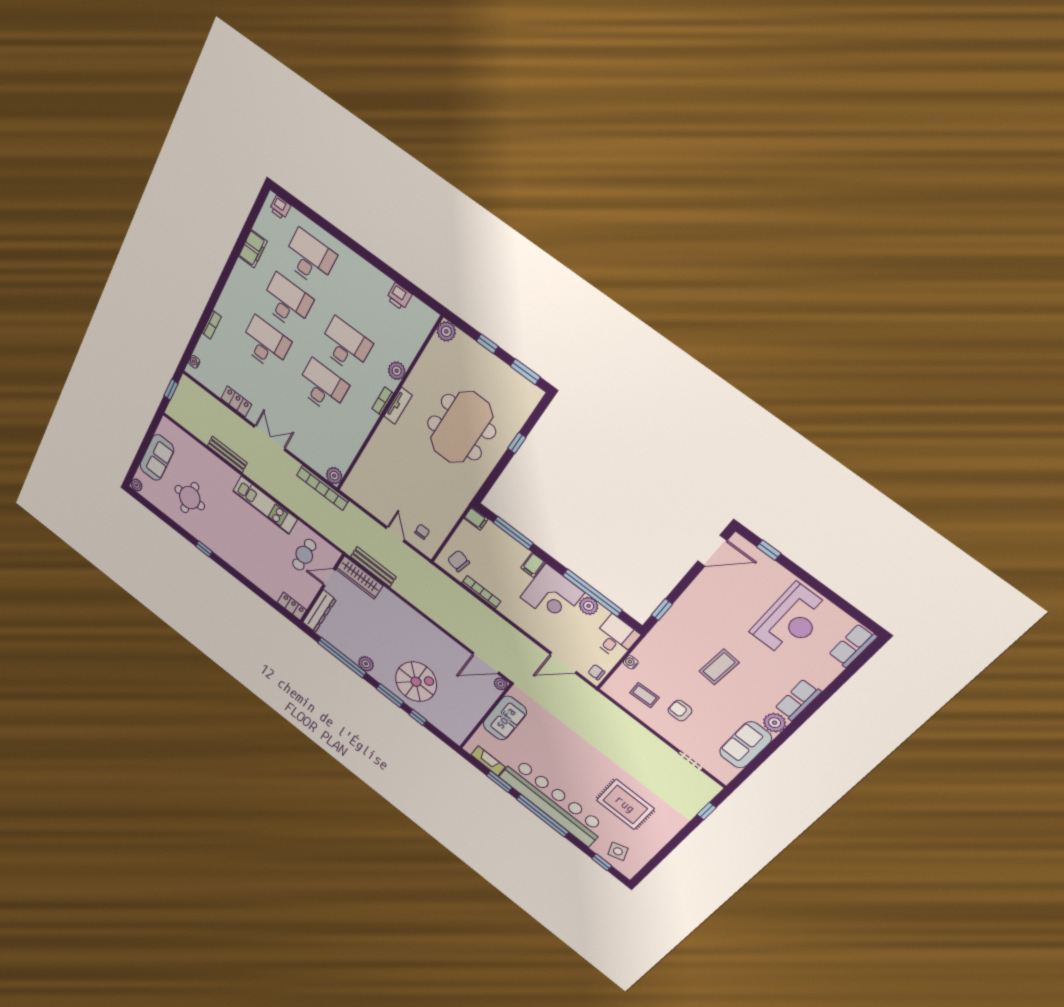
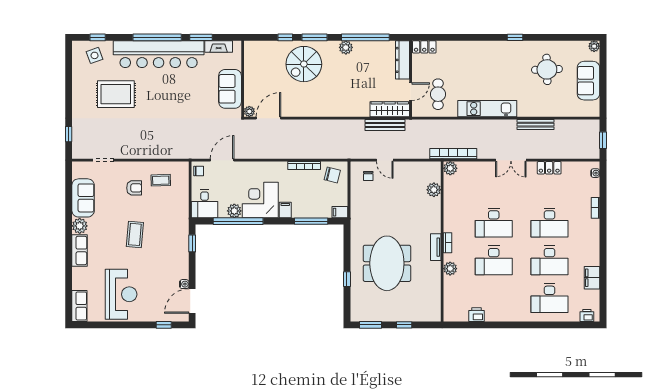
plant: (446, 331) -> (434, 190), moved
reception desk: (791, 620) -> (121, 294), turned 180
water cooler: (631, 662) -> (184, 284), moved

